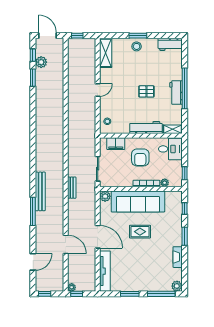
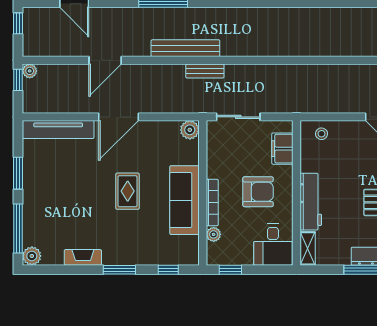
armchair: (140, 157) -> (258, 192), turned 180
bench: (40, 191) -> (185, 48), moved
sofa: (138, 201) -> (185, 200), width x0.74, depth x0.79

